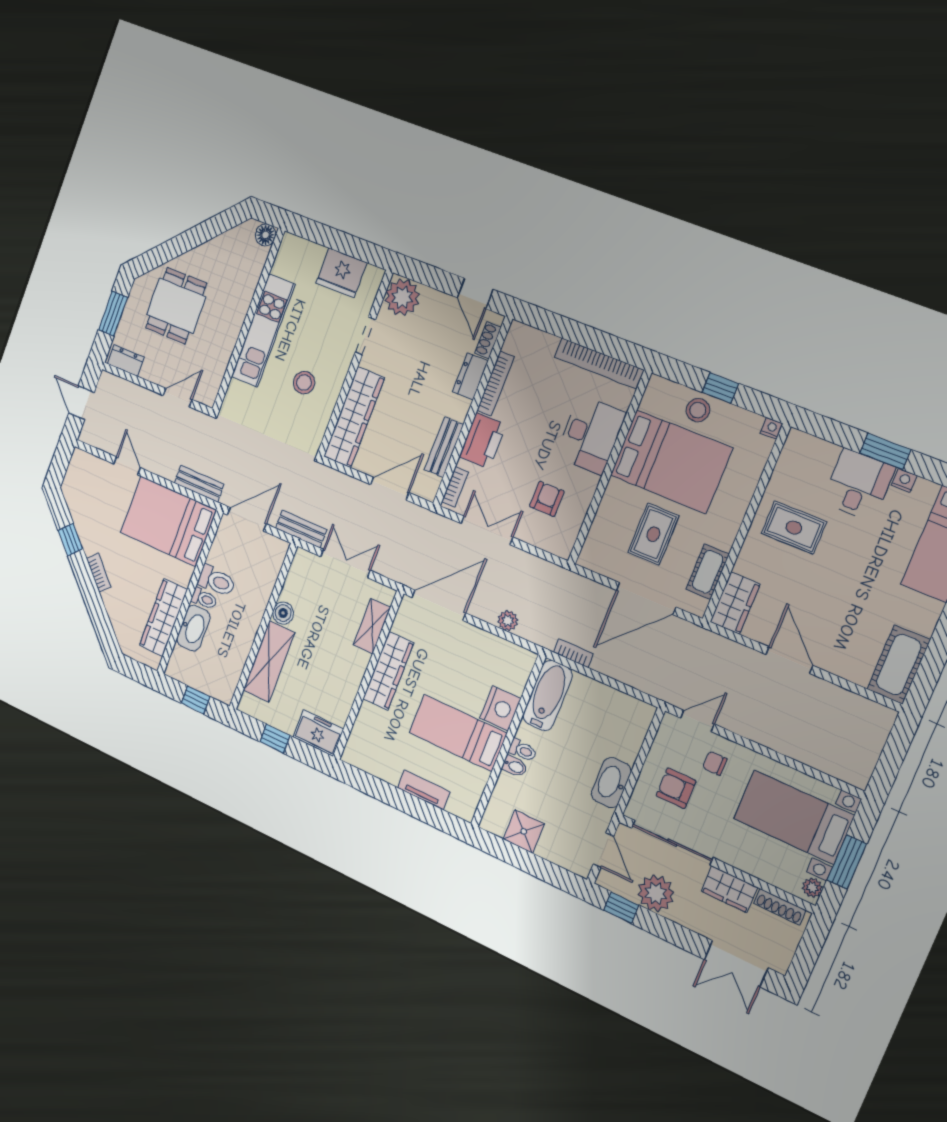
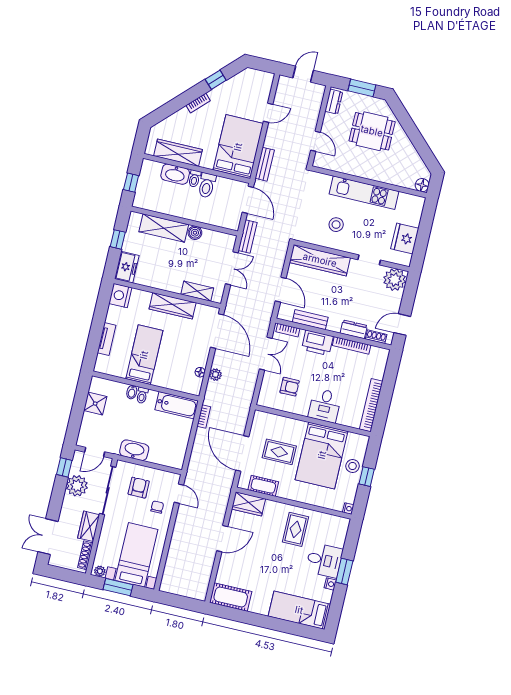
desk: (591, 435) -> (325, 405), width x0.73
floor lamp: (500, 646) -> (200, 372), added
nightstand: (500, 708) -> (120, 296), moved, turned 90

